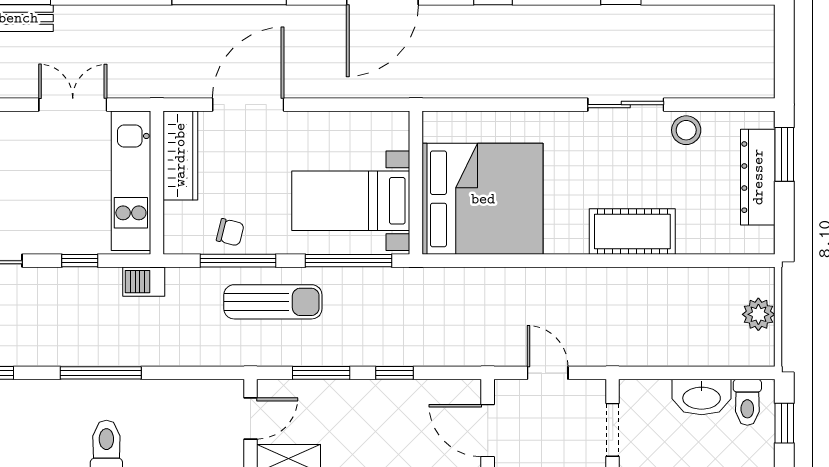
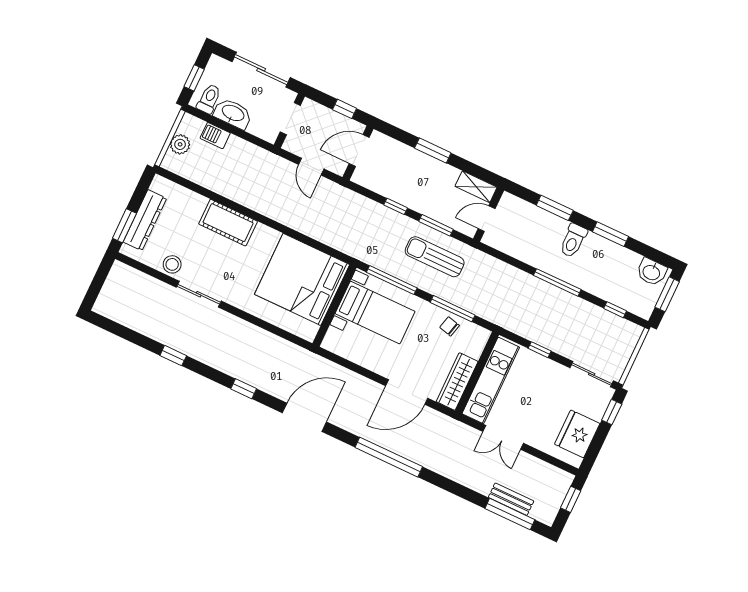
barbecue: (144, 282) -> (215, 136), moved, turned 180
sun lounger: (273, 302) -> (435, 257), moved
door: (488, 431) -> (359, 150), swing flipped

